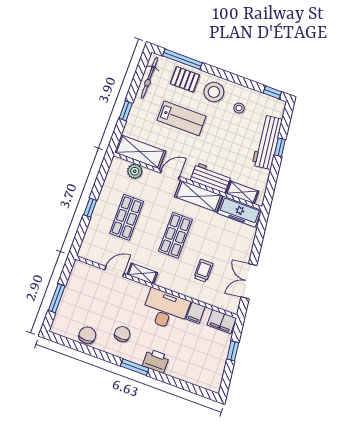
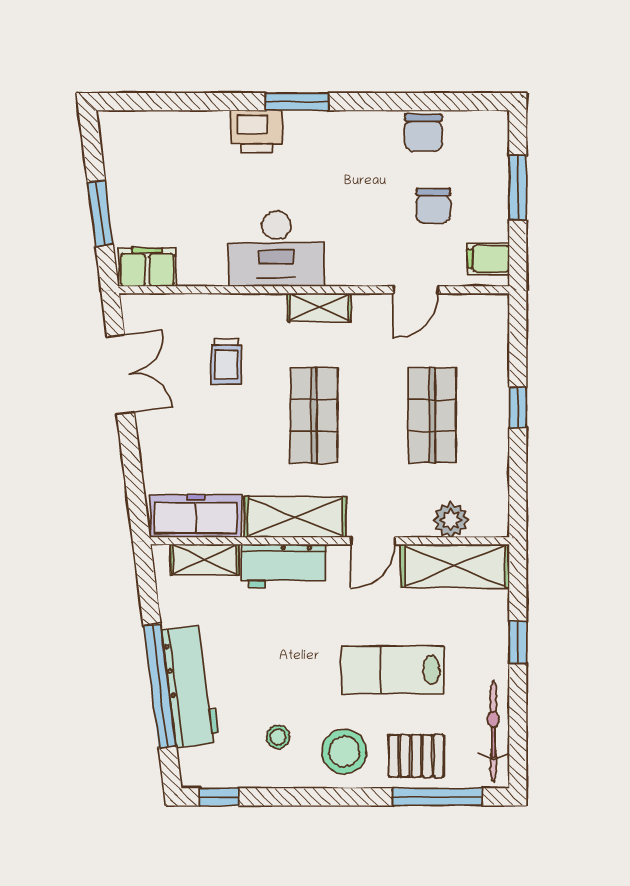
window: (280, 147) -> (160, 686), width x3.17
shelving: (142, 274) -> (319, 307), moved
filing cabinet: (196, 313) -> (488, 259), moved, turned -90
chair: (122, 334) -> (433, 206), moved
window: (233, 351) -> (100, 213), width x1.50

